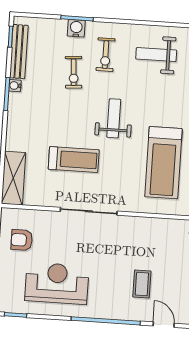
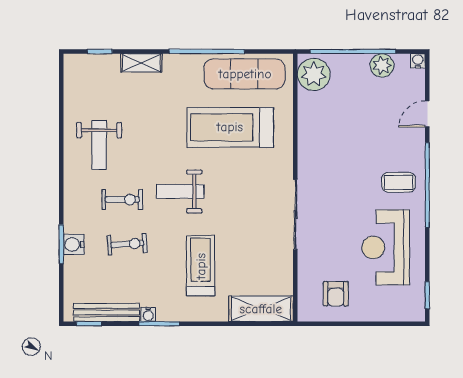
exercise bike: (106, 55) -> (122, 200), moved
treadmill: (74, 160) -> (201, 266), moved
treadmill: (163, 163) -> (230, 127), turned 180
coffee table: (142, 284) -> (398, 182), moved

